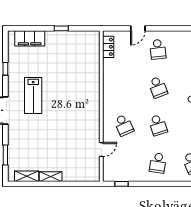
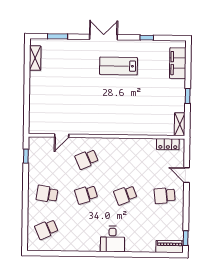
door: (101, 150) -> (62, 136), hinge flipped
shelving: (51, 177) -> (180, 124), moved

